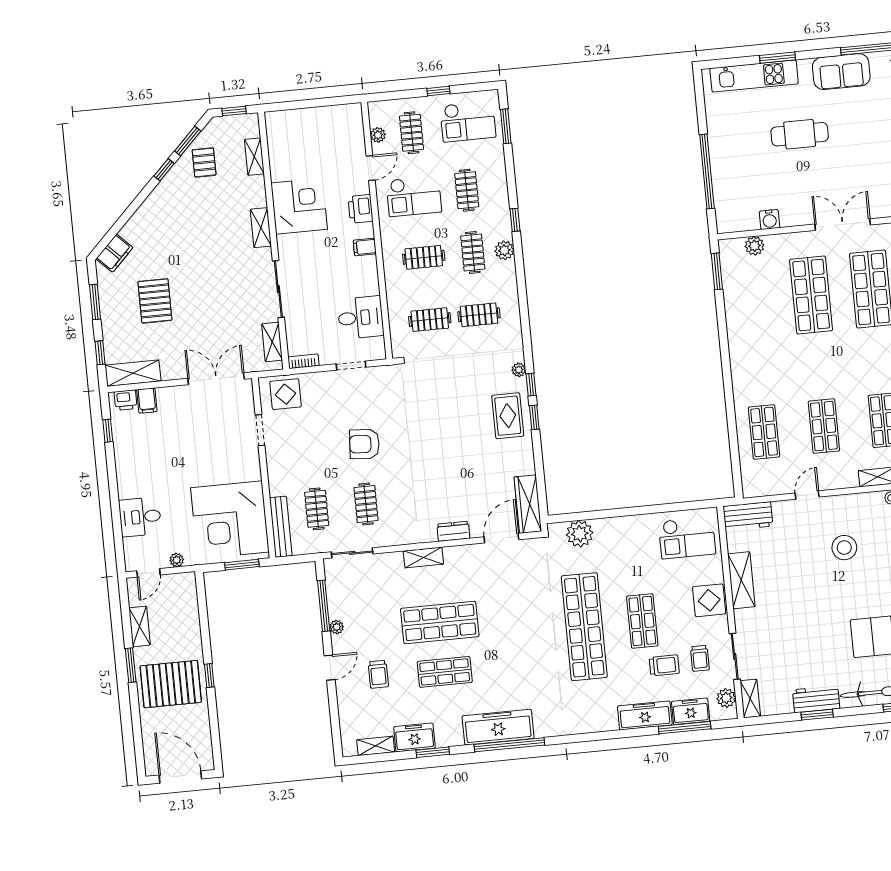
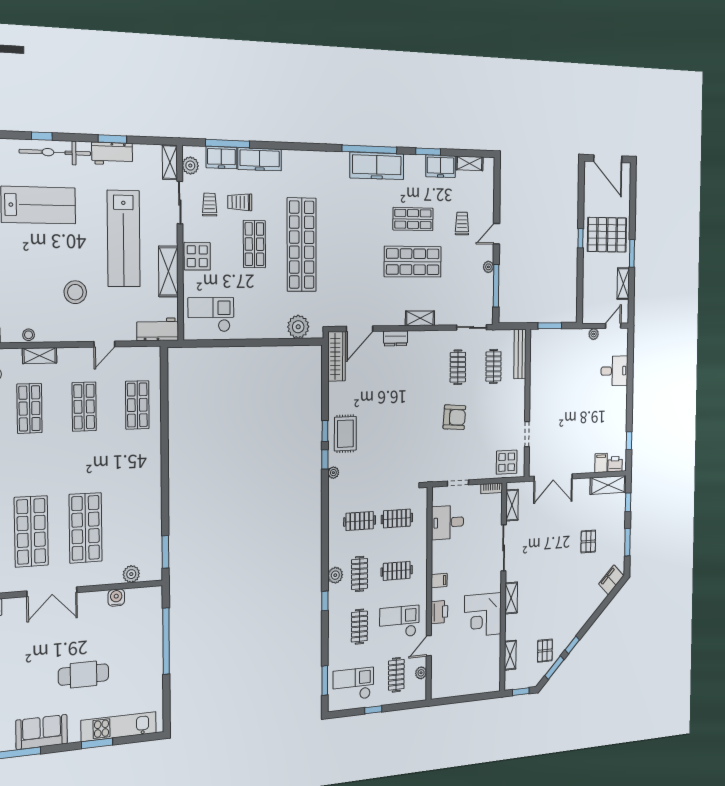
pallet: (155, 301) -> (588, 542), width x0.67, depth x0.71
corner desk: (230, 520) -> (555, 363), removed
lab bench: (795, 610) -> (124, 239), added

